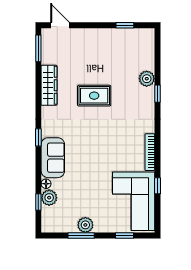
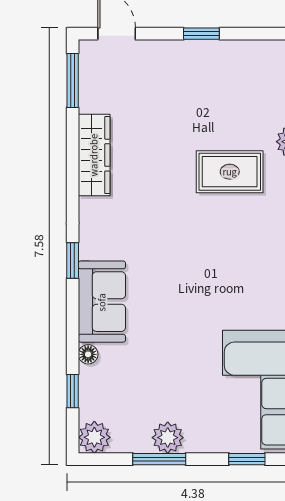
window: (125, 25) -> (201, 34), moved
rug: (94, 96) -> (230, 172), moved
plant: (49, 198) -> (94, 437), moved

